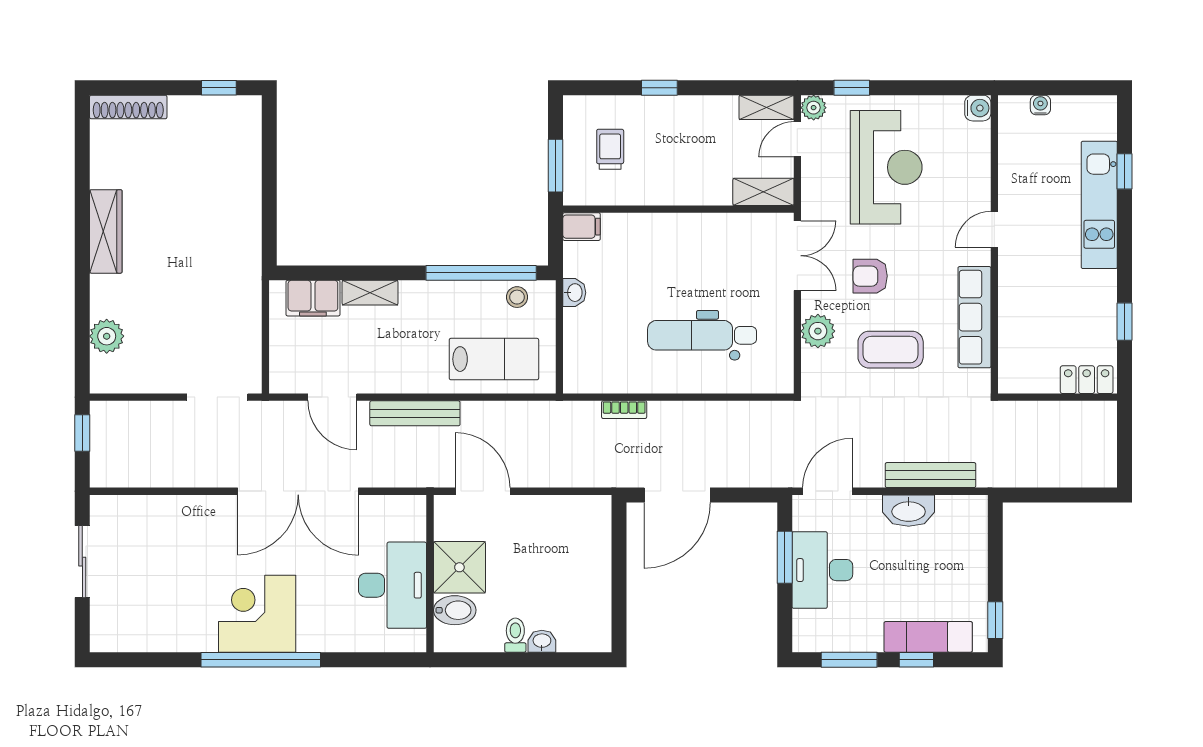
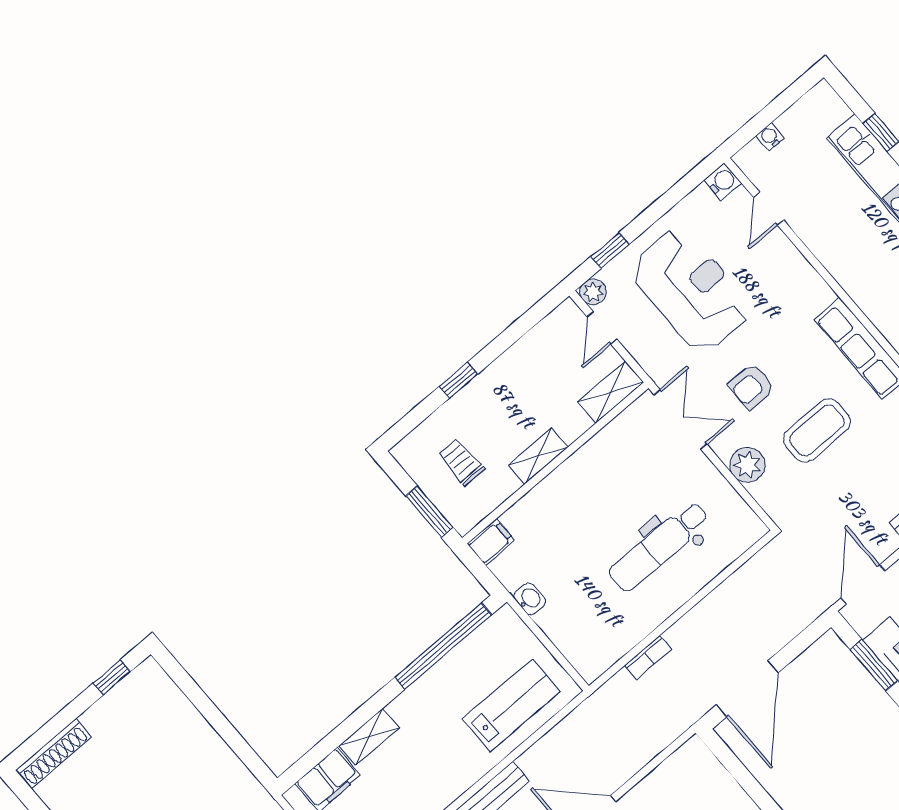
shelving: (767, 107) -> (538, 456), moved
door: (994, 229) -> (769, 209), moved
stool: (517, 297) -> (488, 641), removed

